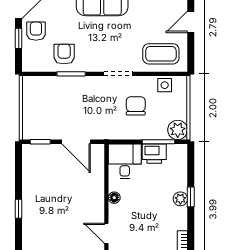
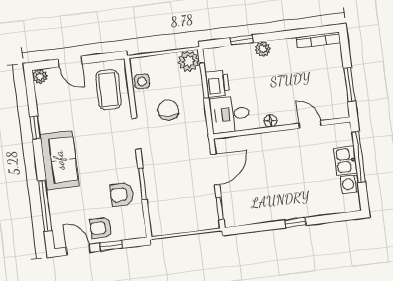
chair: (136, 106) -> (168, 110), turned 90
window: (191, 197) -> (241, 40), moved
door: (106, 233) -> (310, 124), swing flipped

